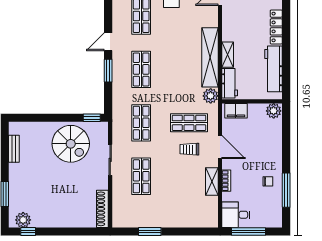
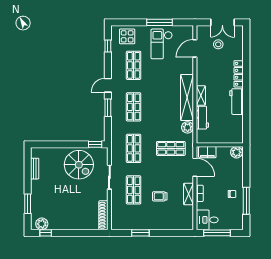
workbench: (274, 69) -> (237, 102), width x0.73
wall: (252, 101) -> (220, 145), moved
filing cabinet: (236, 111) -> (207, 152), moved
plant: (274, 111) -> (237, 152), moved
trolley: (189, 149) -> (160, 196), moved

